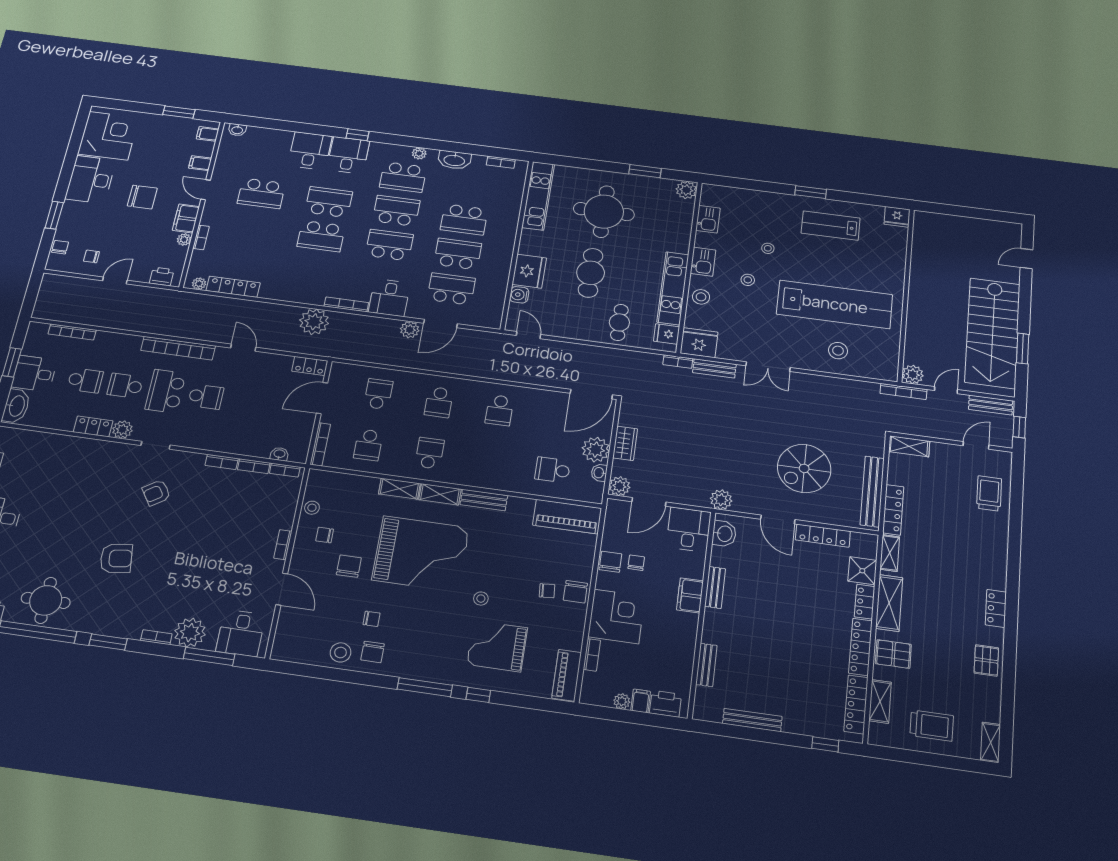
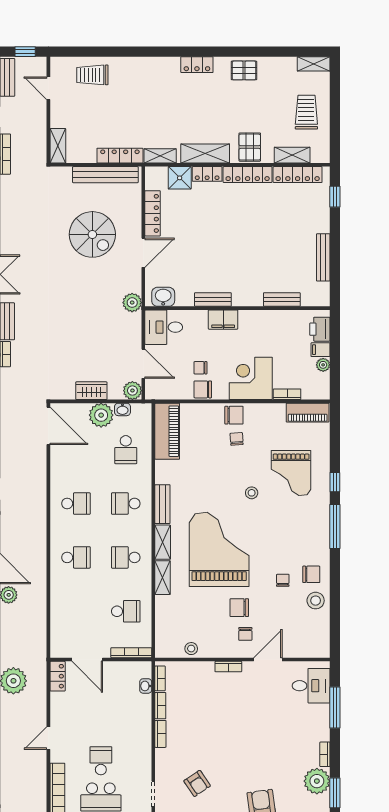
school desk: (378, 394) -> (126, 504), moved
chair: (325, 535) -> (245, 634), moved
plant: (190, 633) -> (317, 781), moved

